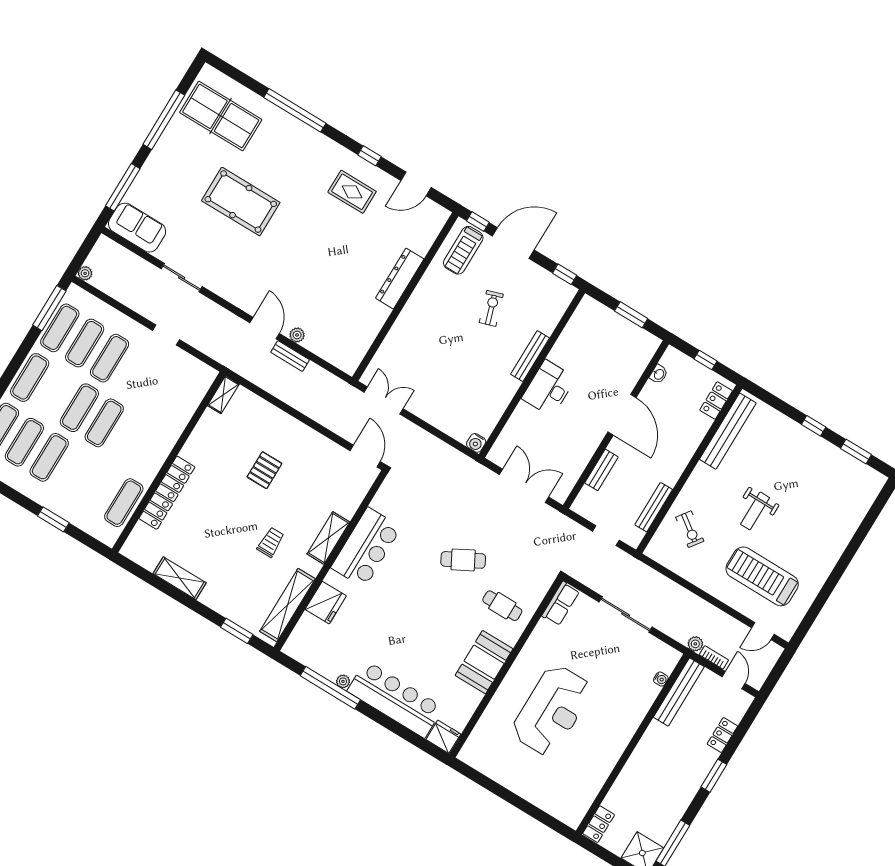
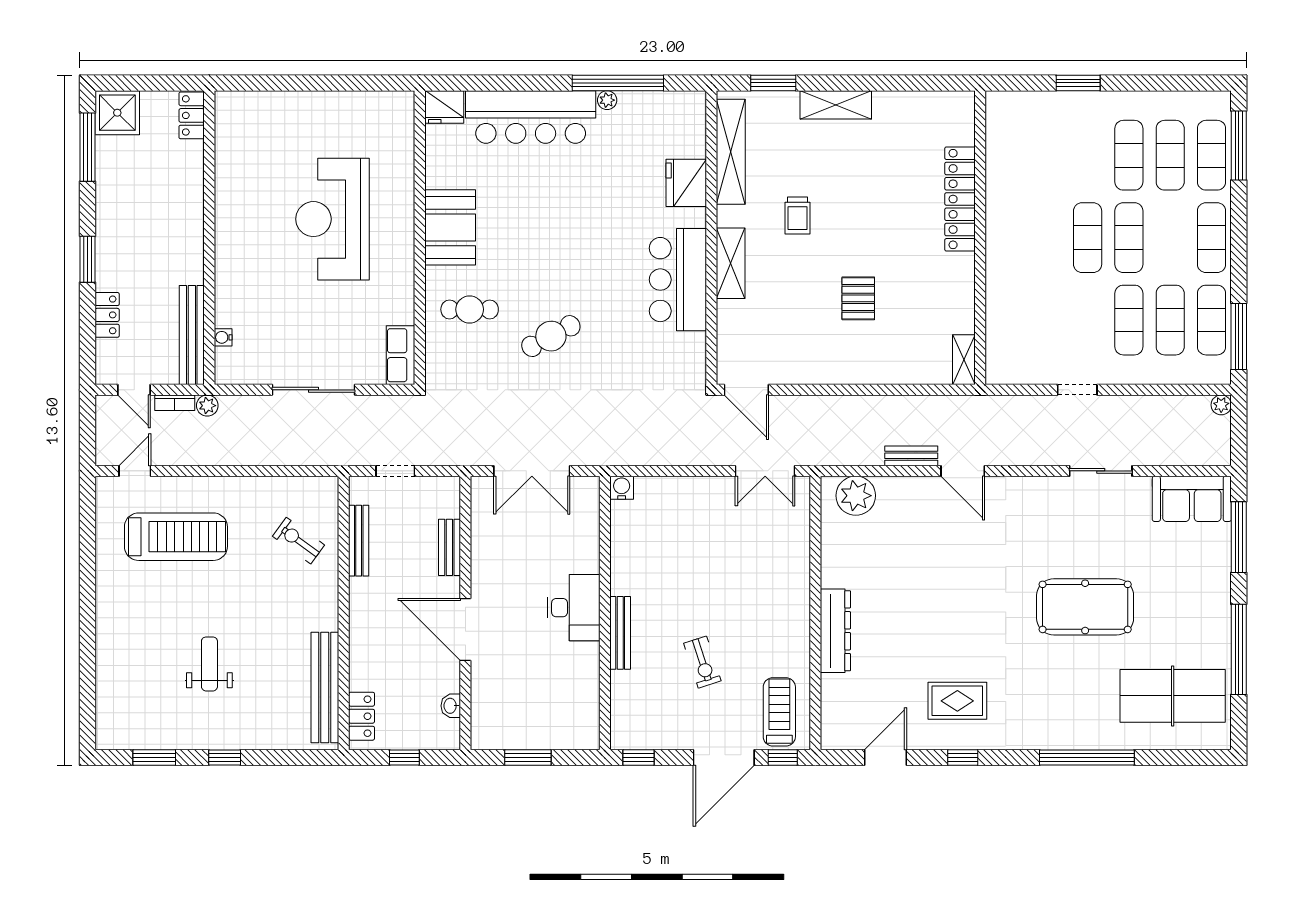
plant: (297, 335) -> (856, 496), moved, width x1.88, depth x1.88
exercise mat: (124, 503) -> (1005, 155), removed
weight bench: (755, 511) -> (209, 664), moved
shelving: (180, 578) -> (836, 105), moved

